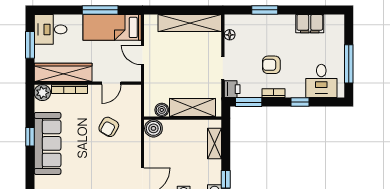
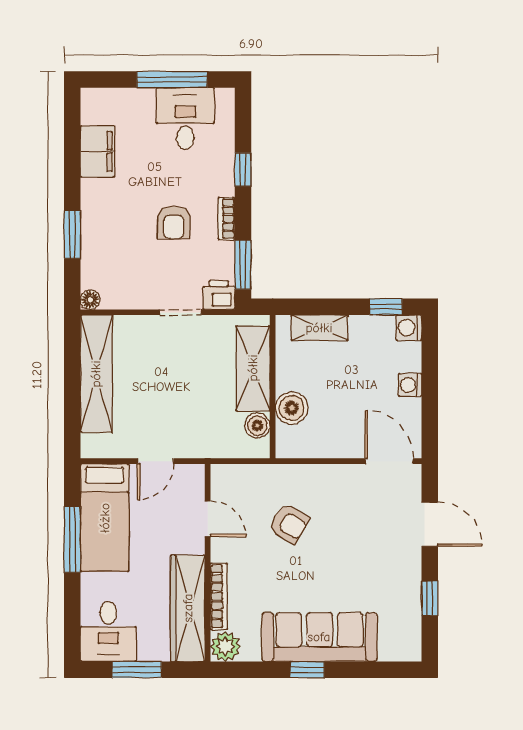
floor lamp: (230, 35) -> (90, 300), moved
desk: (321, 81) -> (185, 119), moved, turned -90
boiler: (153, 128) -> (292, 408), moved

